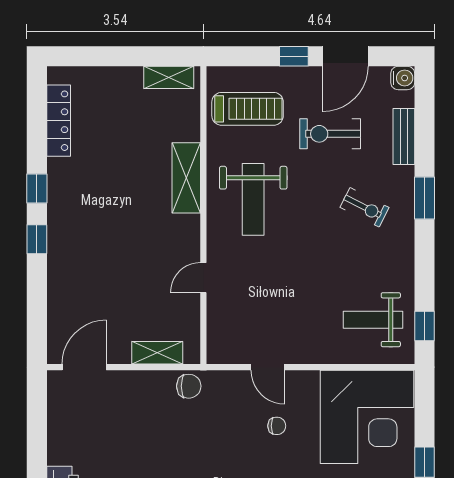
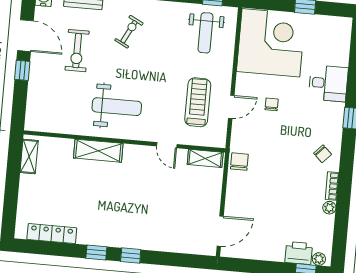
treadmill: (248, 109) -> (198, 102), moved
shelving: (157, 353) -> (205, 158), moved, turned 90
door: (84, 367) -> (220, 231), swing flipped

